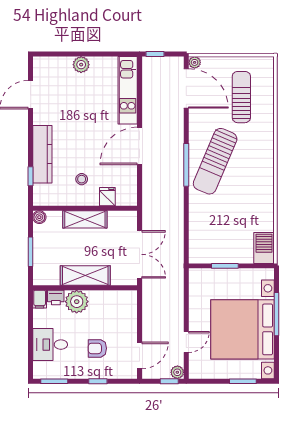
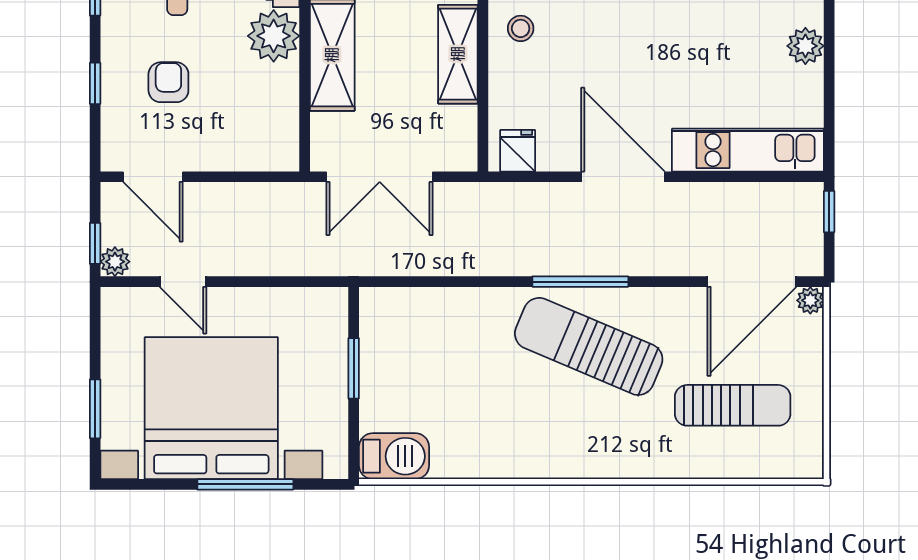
stool: (82, 179) -> (521, 28), moved
fridge: (107, 197) -> (518, 151), moved, turned -90

